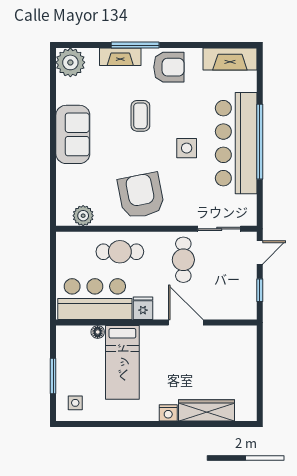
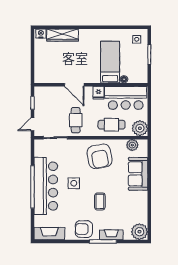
sofa: (73, 134) -> (138, 174), moved
plant: (70, 245) -> (140, 128), added
nightstand: (168, 413) -> (41, 34), moved

